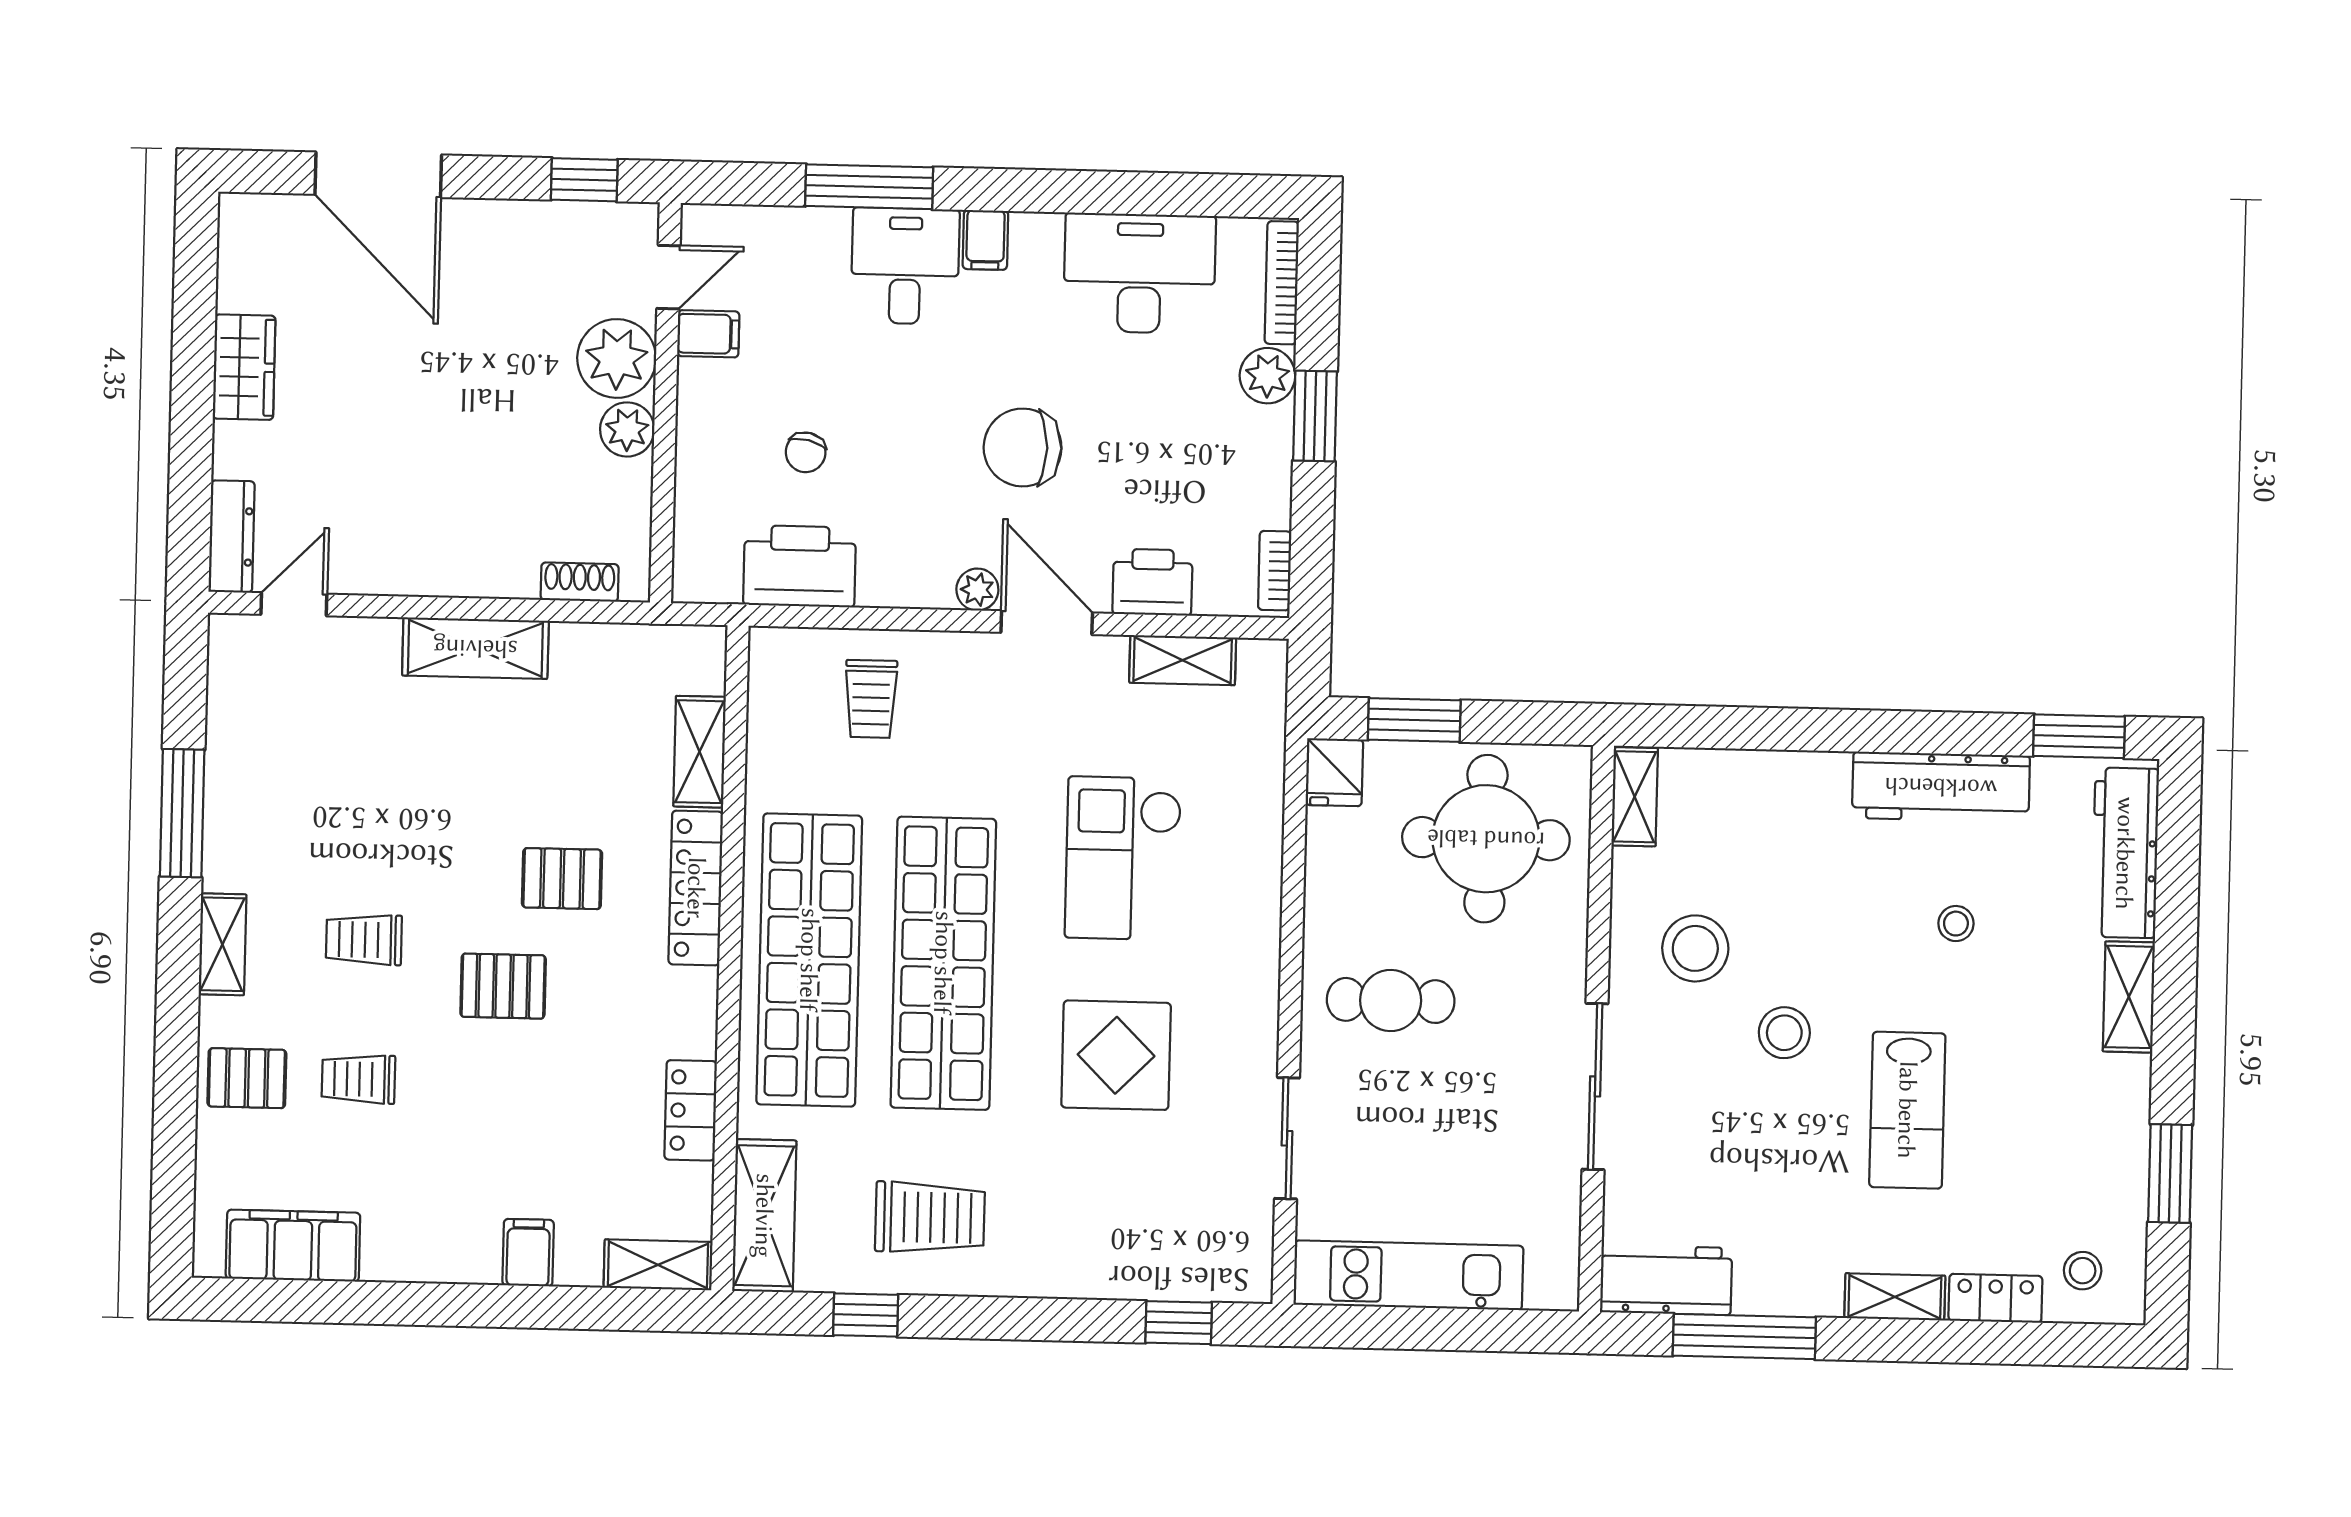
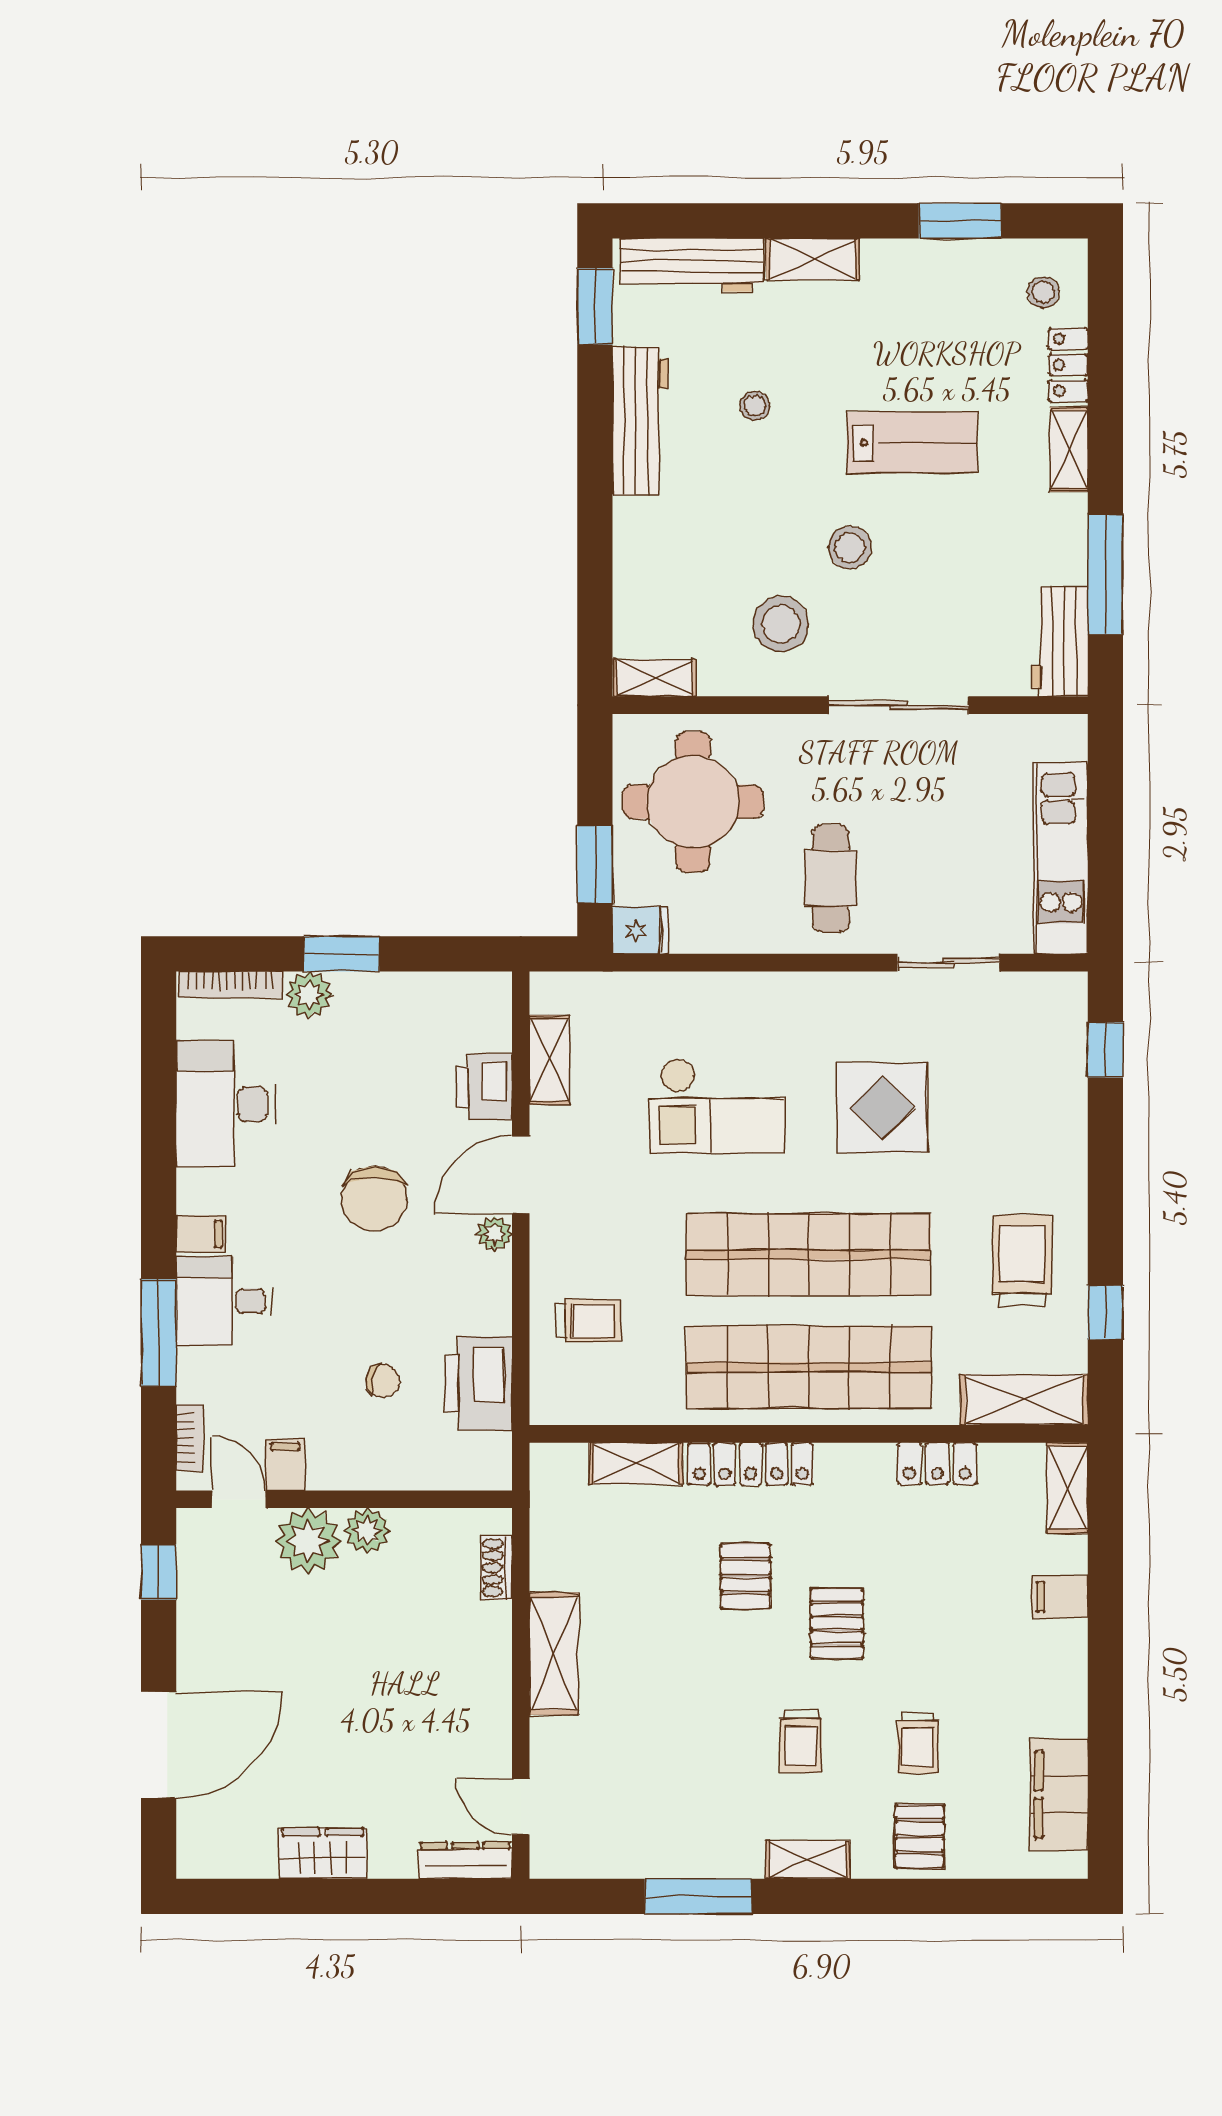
bookcase: (1275, 571) -> (189, 1438), moved, turned -90

